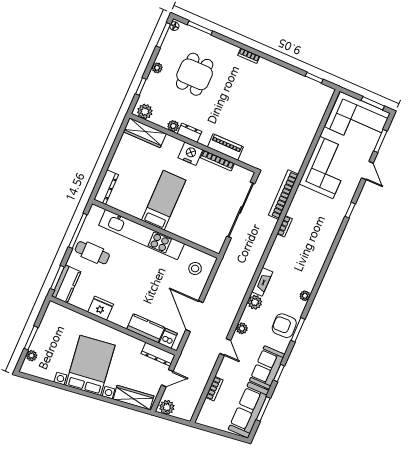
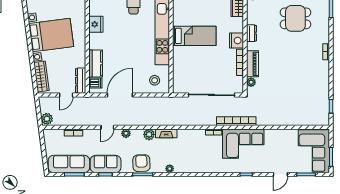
plant: (173, 126) -> (251, 82), moved
corner sofa: (326, 168) -> (243, 144), moved
door: (167, 378) -> (66, 95), hinge flipped
plant: (167, 407) -> (47, 119), moved

